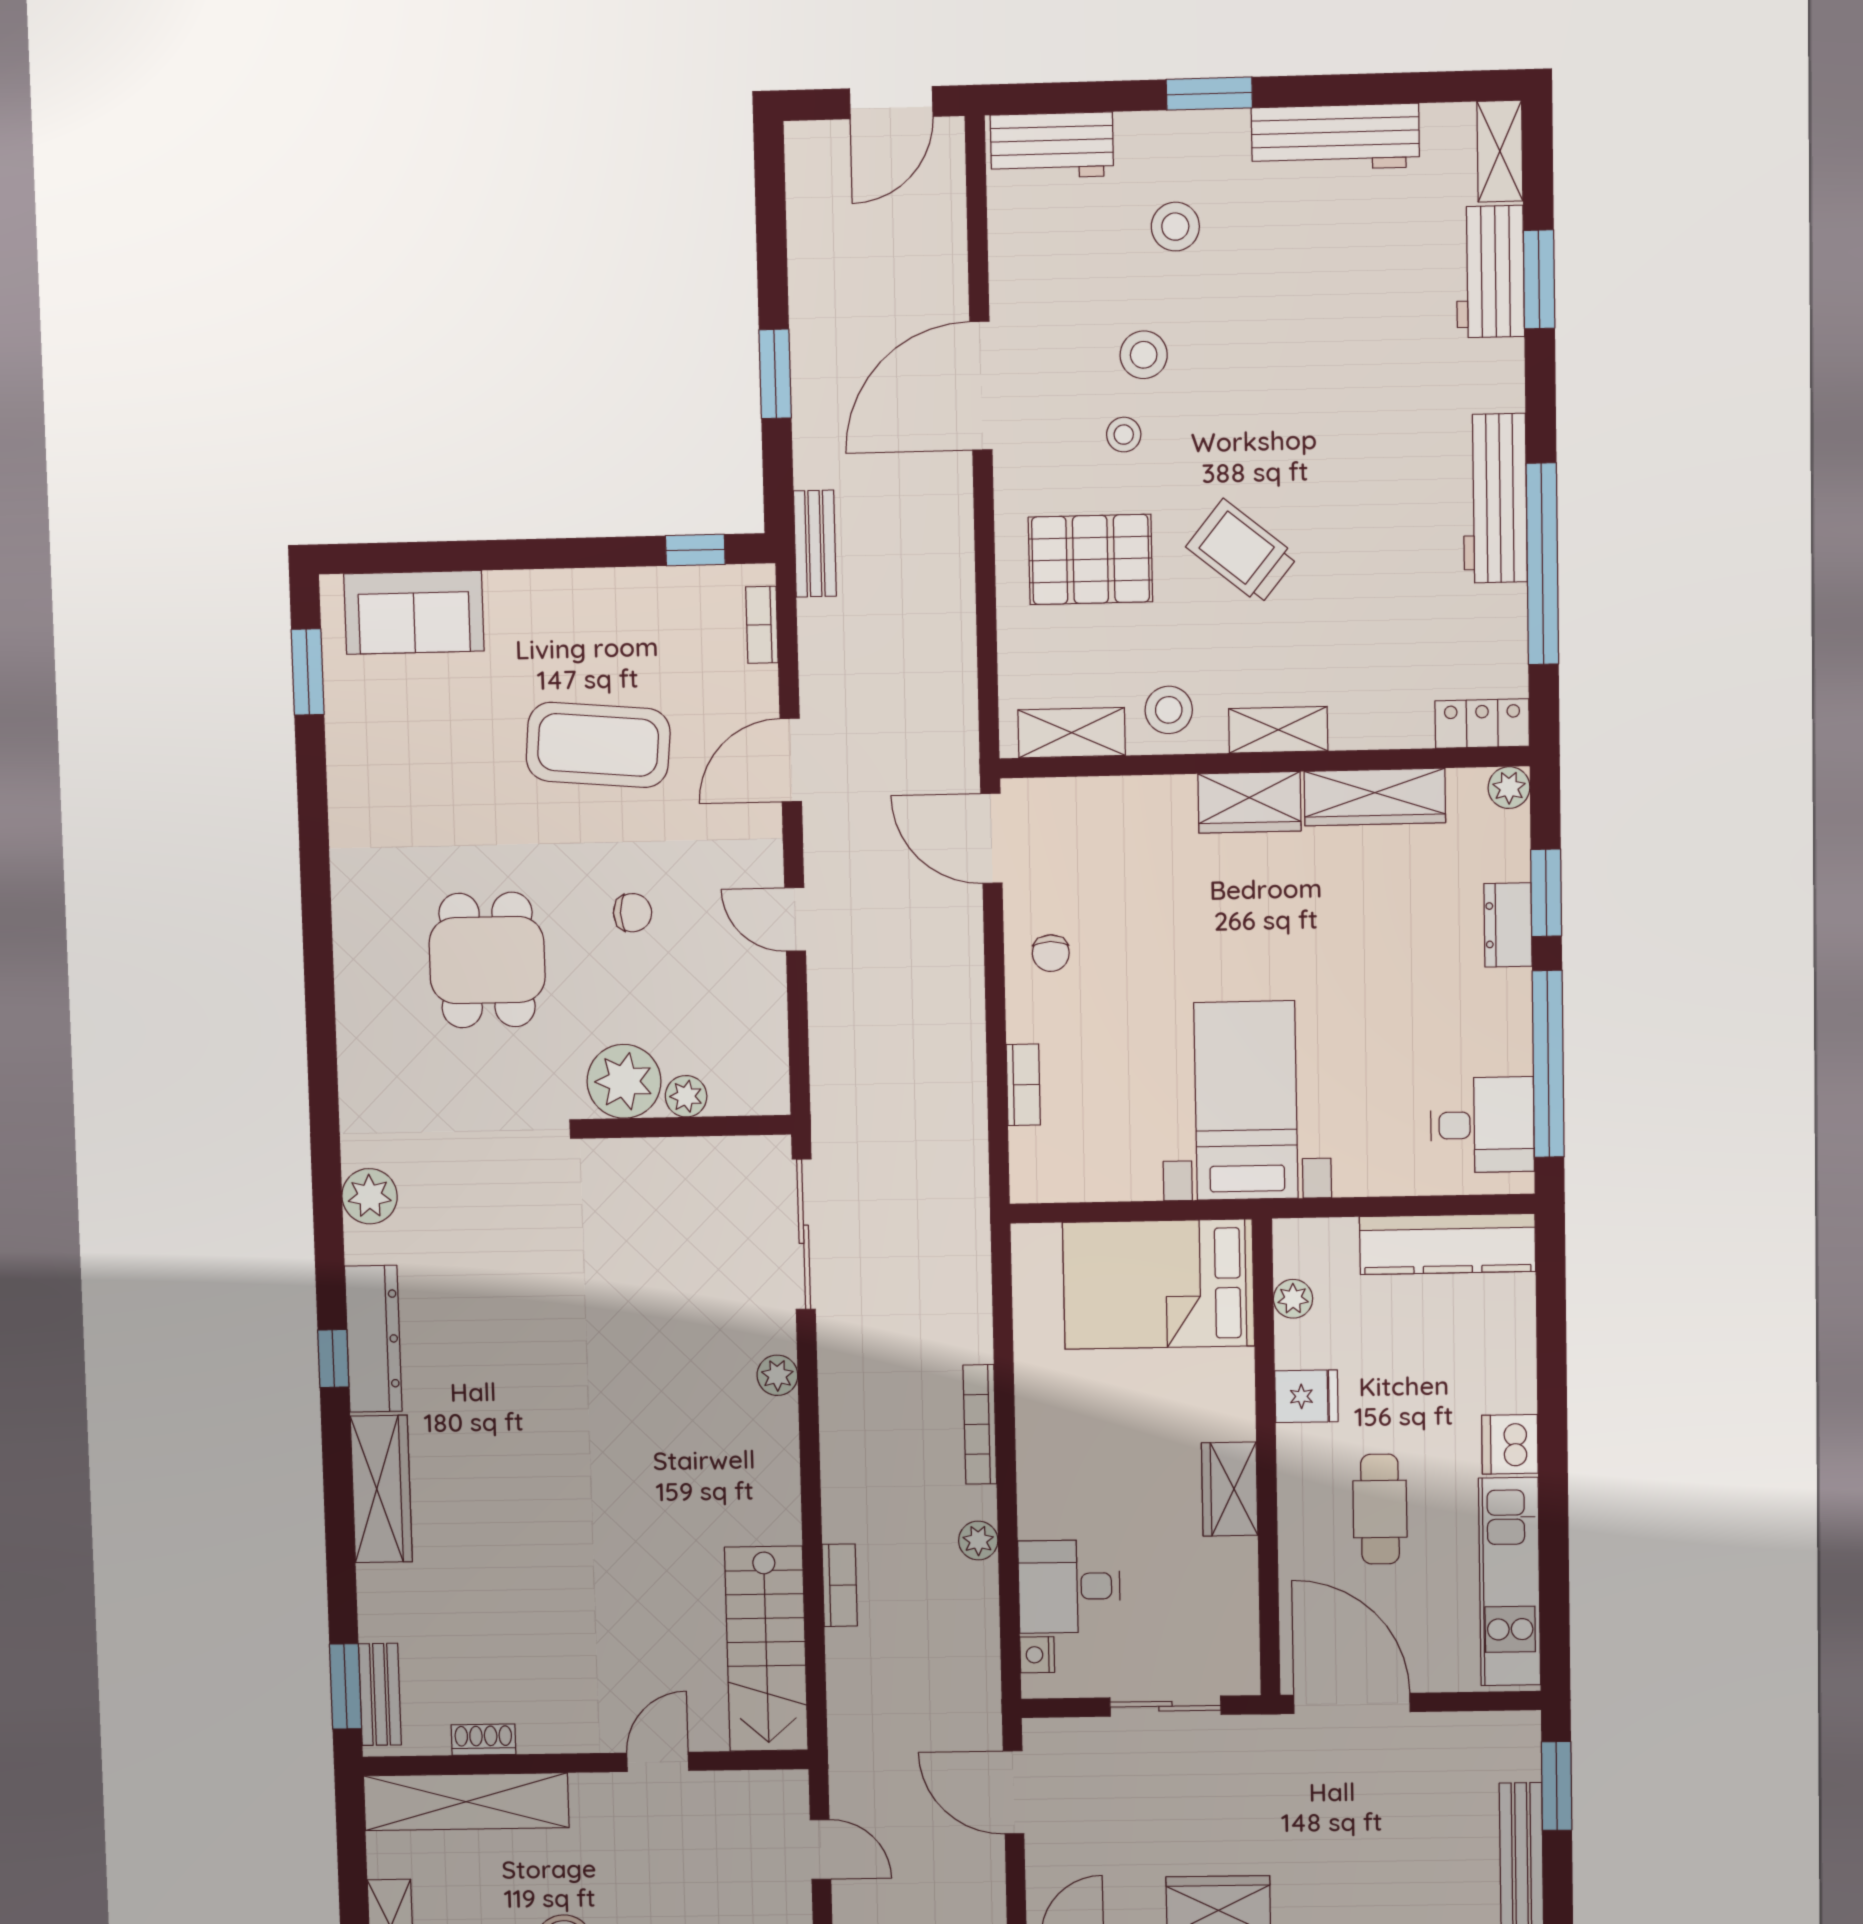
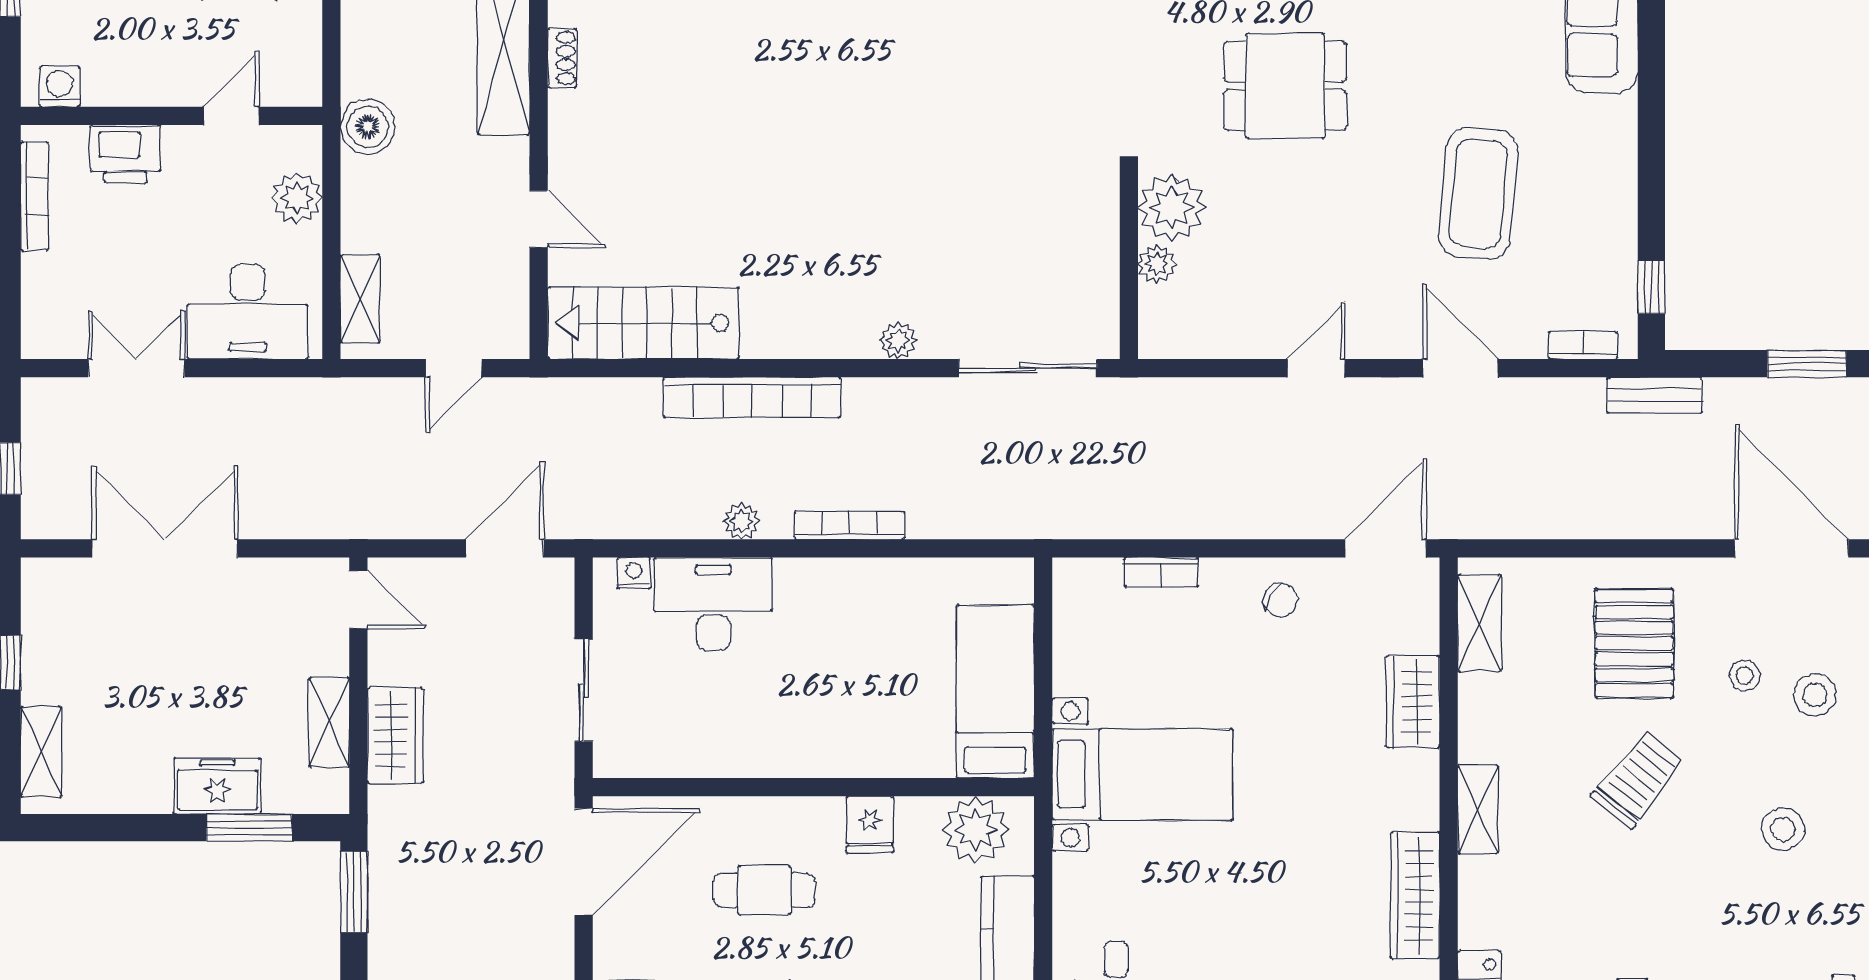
stool: (1169, 710) -> (1783, 829), moved
wardrobe: (1249, 802) -> (1413, 702), moved
chair: (633, 913) -> (1325, 220), removed
chair: (1051, 953) -> (1280, 600), turned -149
bed: (1158, 1284) -> (995, 692), width x0.67
plant: (1293, 1299) -> (976, 830), width x1.88, depth x1.88
wardrobe: (1230, 1489) -> (785, 753), removed
bookcase: (840, 1585) -> (752, 397), width x2.31, depth x1.31
desk: (1069, 1586) -> (713, 604), width x1.37

